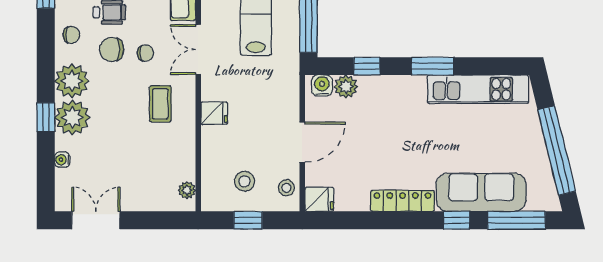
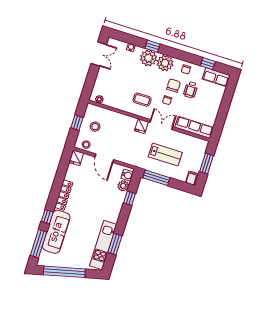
window: (433, 66) -> (115, 244), moved
fridge: (214, 113) -> (141, 126), moved

